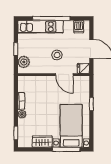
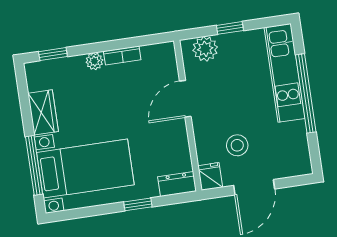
dishwasher: (79, 27) -> (297, 153), removed
stool: (57, 55) -> (237, 145), moved
door: (64, 75) -> (185, 99), moved
dresser: (85, 84) -> (177, 184), added

